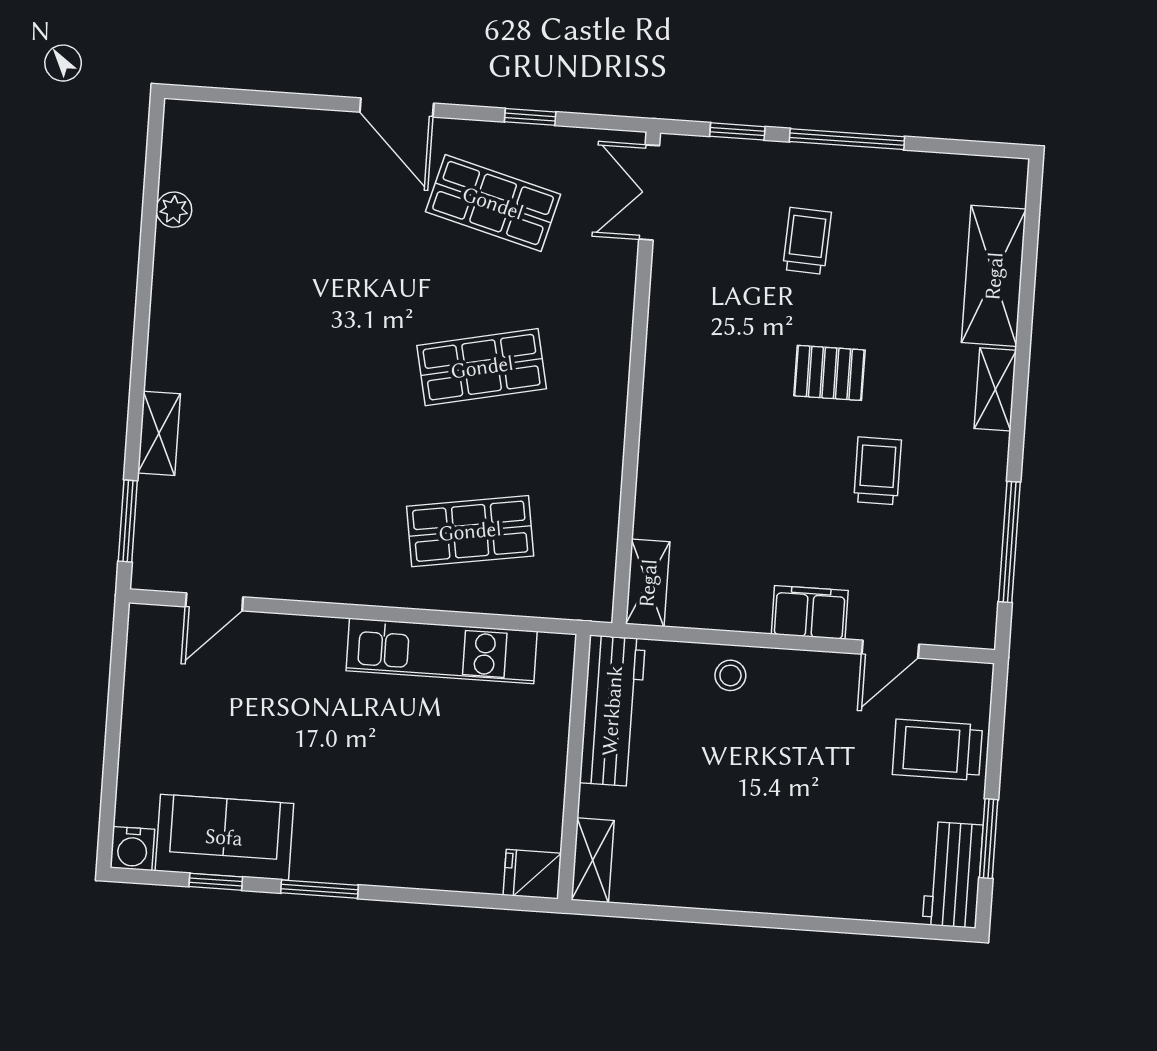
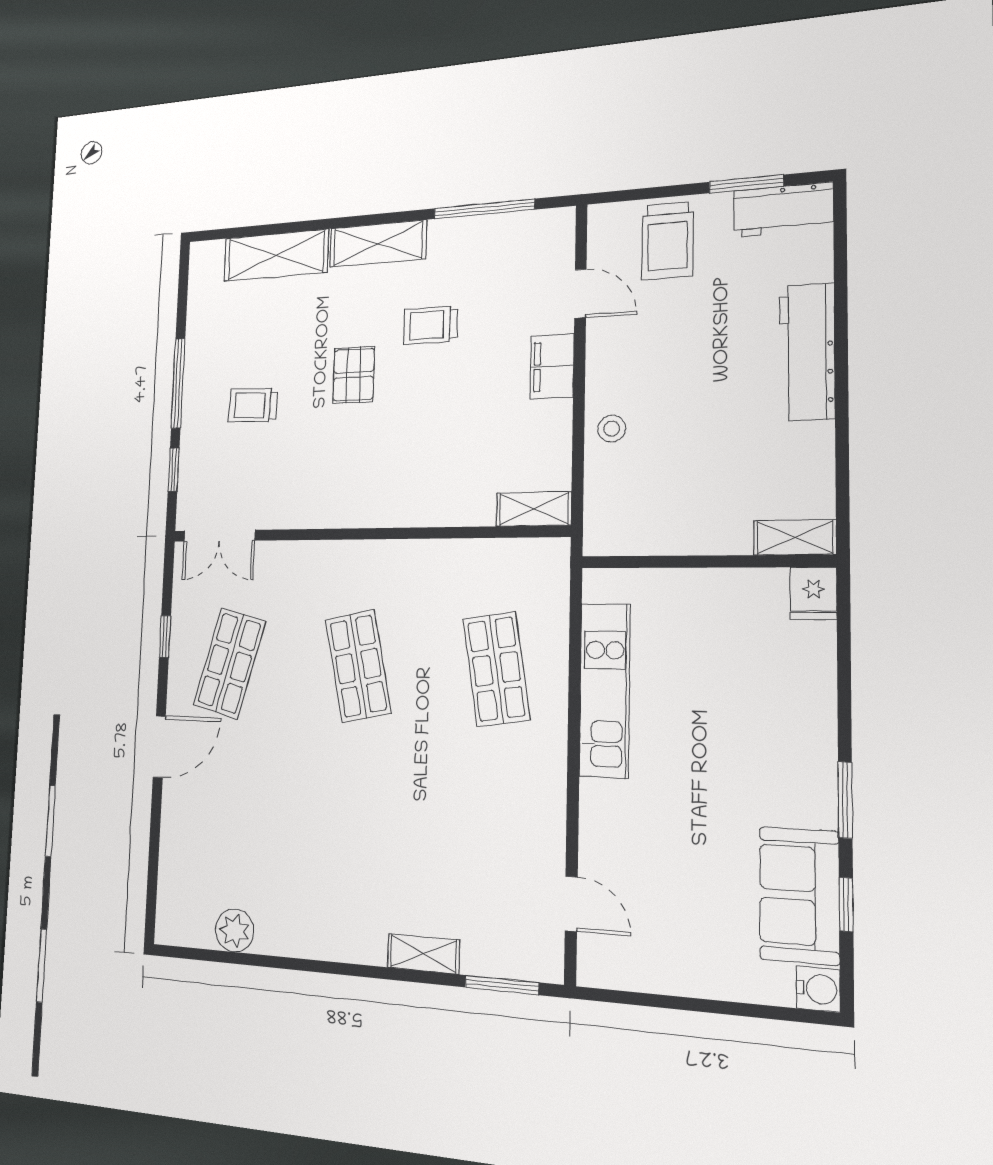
plant: (174, 210) -> (235, 931), width x1.38, depth x1.38
shelving: (995, 389) -> (378, 244), width x1.50, depth x1.33
workbench: (612, 711) -> (807, 352), moved, turned -90

